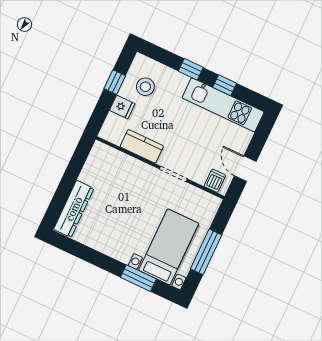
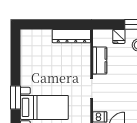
dresser: (74, 209) -> (71, 36), moved

